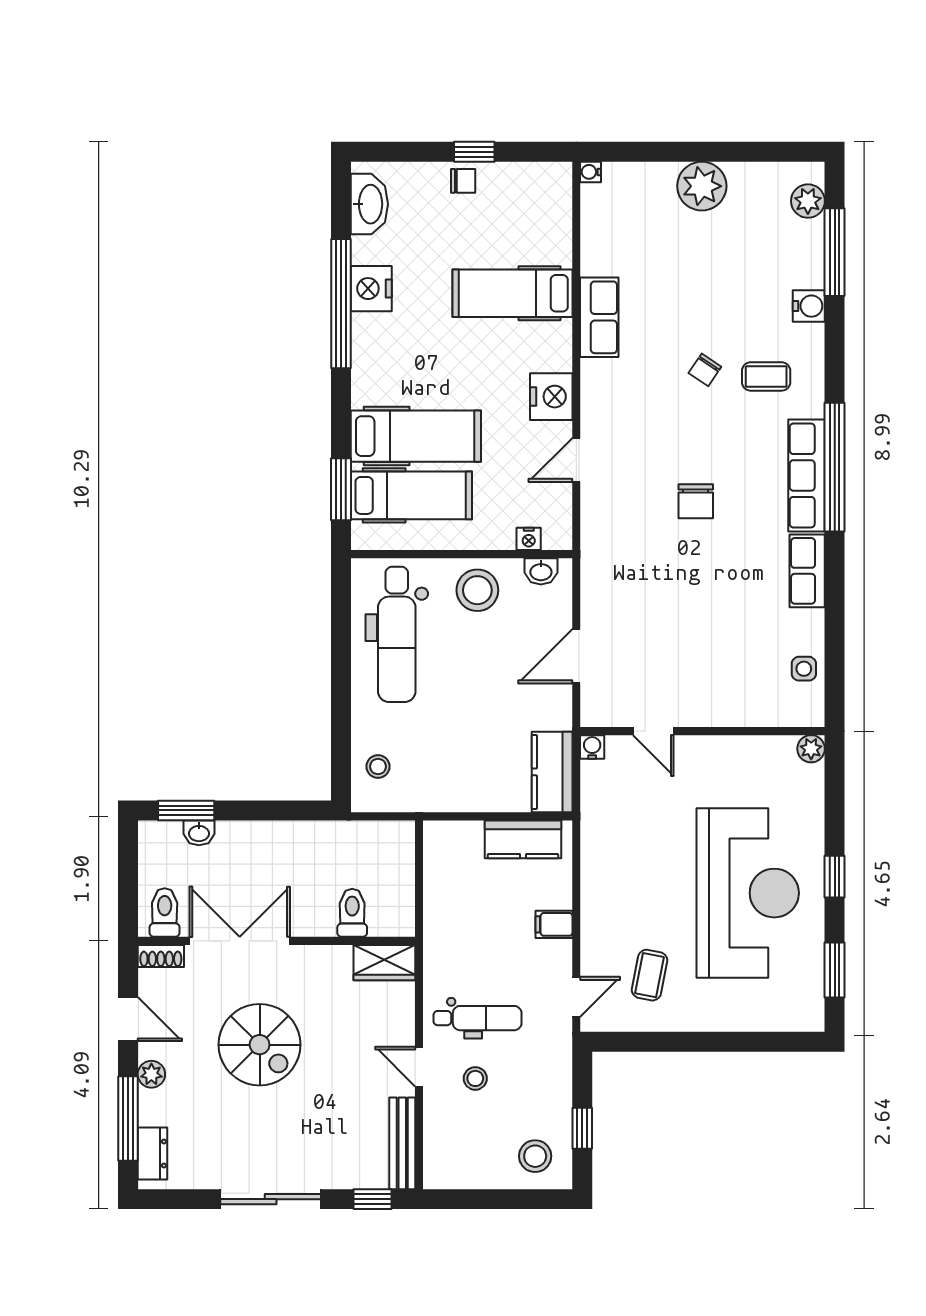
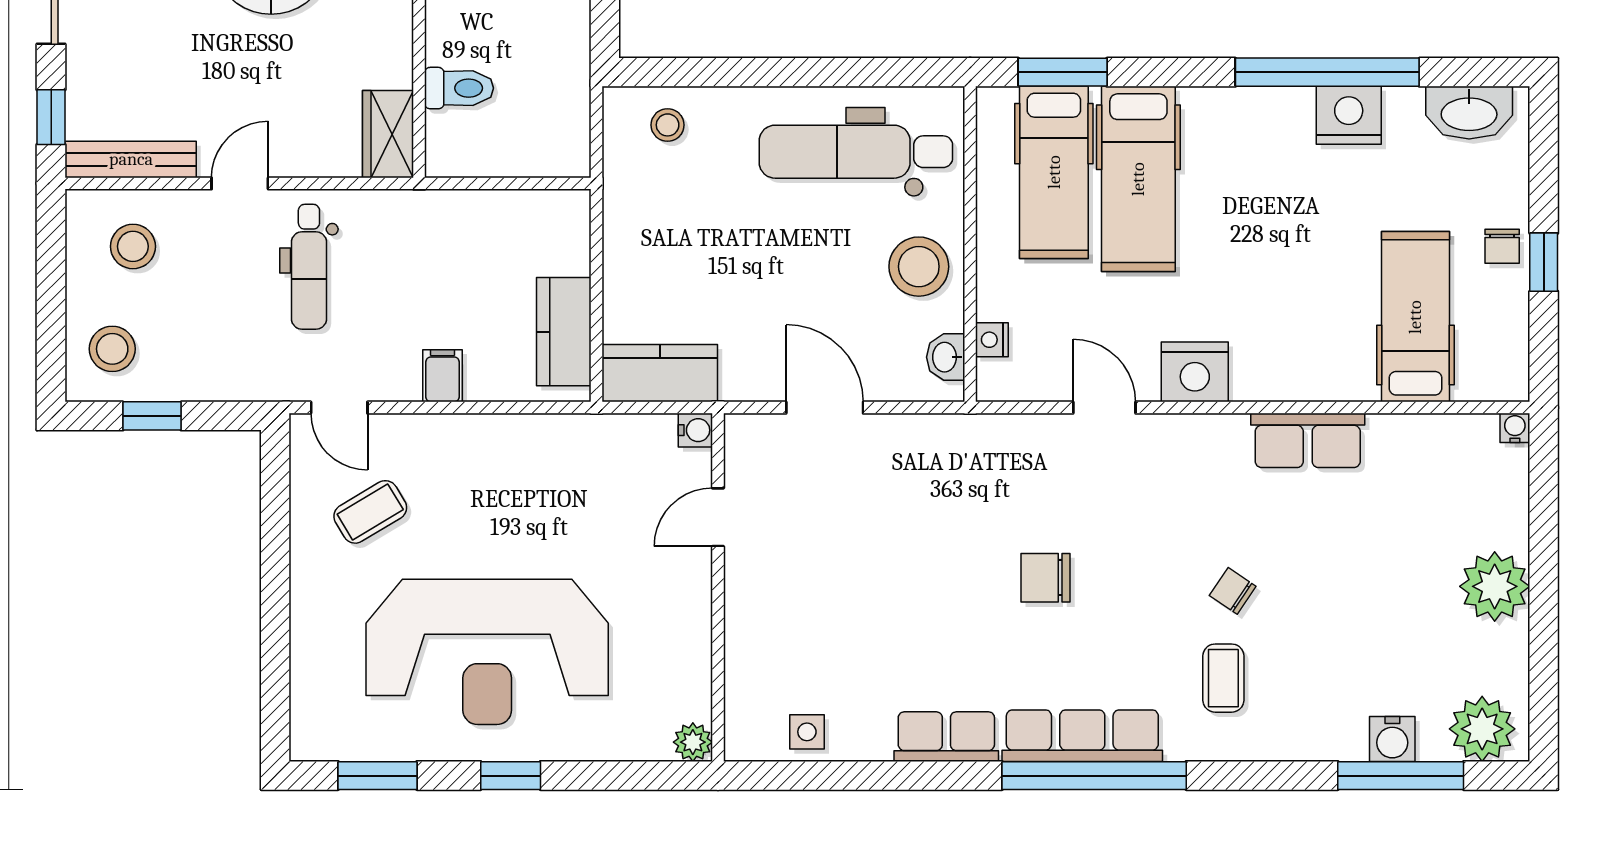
plant: (808, 201) -> (1482, 729), width x1.36, depth x1.36
hospital bed: (513, 293) -> (1415, 317), moved
water cooler: (809, 306) -> (1392, 739), moved
coffee table: (650, 975) -> (370, 512), turned -42
stool: (475, 1078) -> (133, 246), moved, width x1.37, depth x1.37

